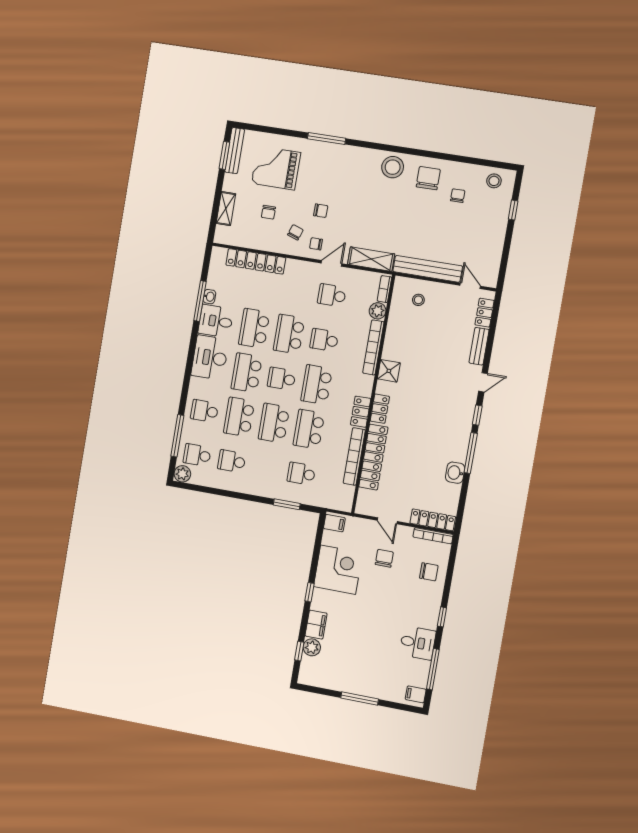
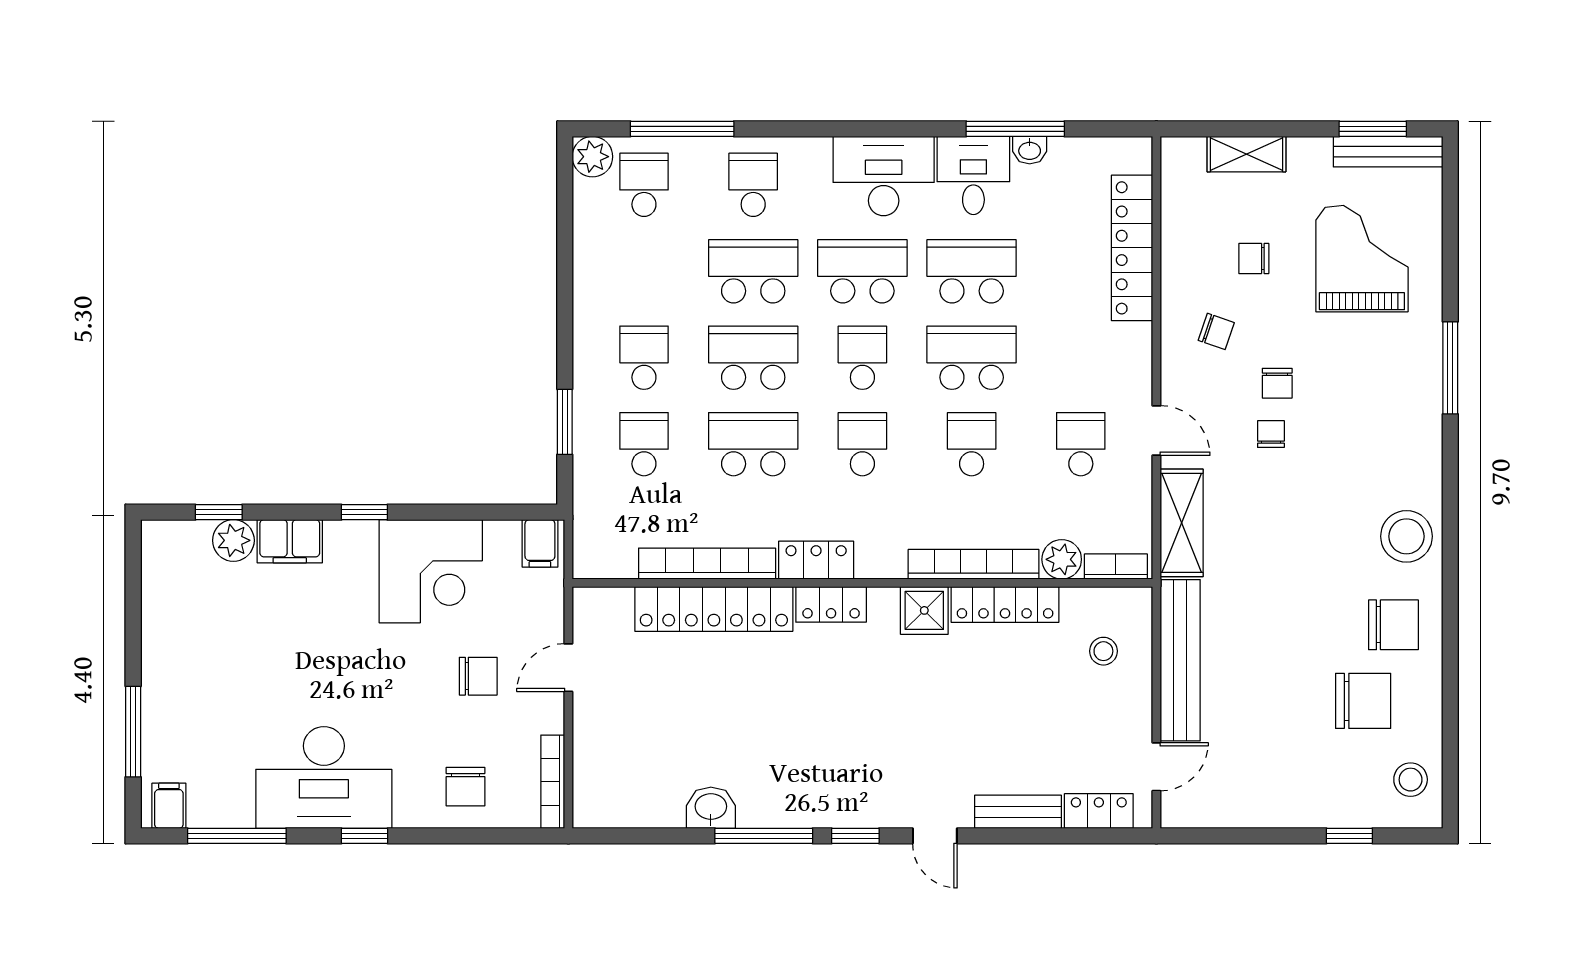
chair: (458, 196) -> (1363, 701), width x1.87, depth x1.87
chair: (316, 244) -> (1271, 434), moved
school desk: (317, 385) -> (862, 444), width x0.54
school desk: (232, 461) -> (644, 358), moved
locker: (433, 520) -> (1005, 604), moved, turned 90
desk: (418, 643) -> (324, 778), width x1.87, depth x1.30
window: (360, 699) -> (133, 732), moved

